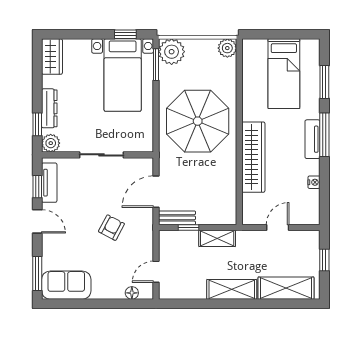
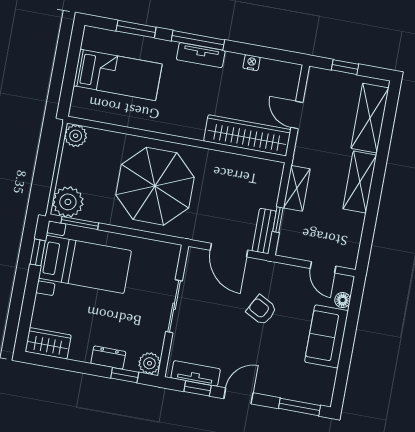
dresser: (49, 108) -> (108, 358), width x0.70
wardrobe: (253, 157) -> (247, 135), moved
sofa: (66, 285) -> (327, 336), moved

